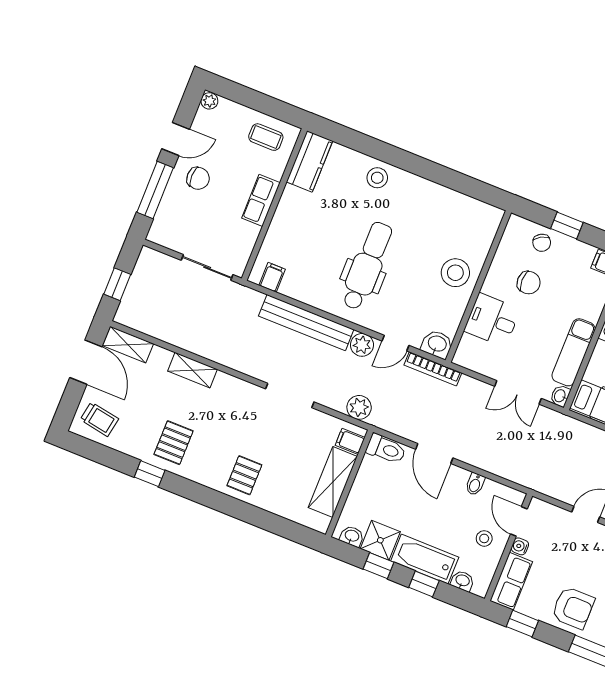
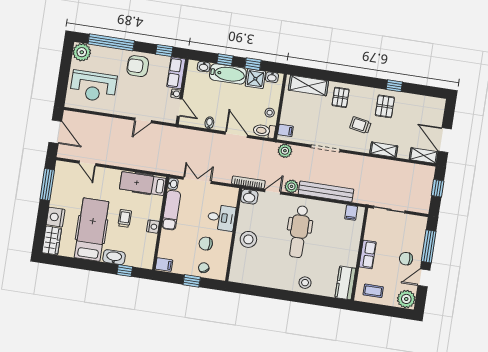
plant: (209, 101) -> (406, 299), width x1.88, depth x1.88
trolley: (99, 419) -> (360, 125), moved
shelving: (333, 482) -> (308, 85), moved, turned 90
stool: (484, 538) -> (270, 113), moved

